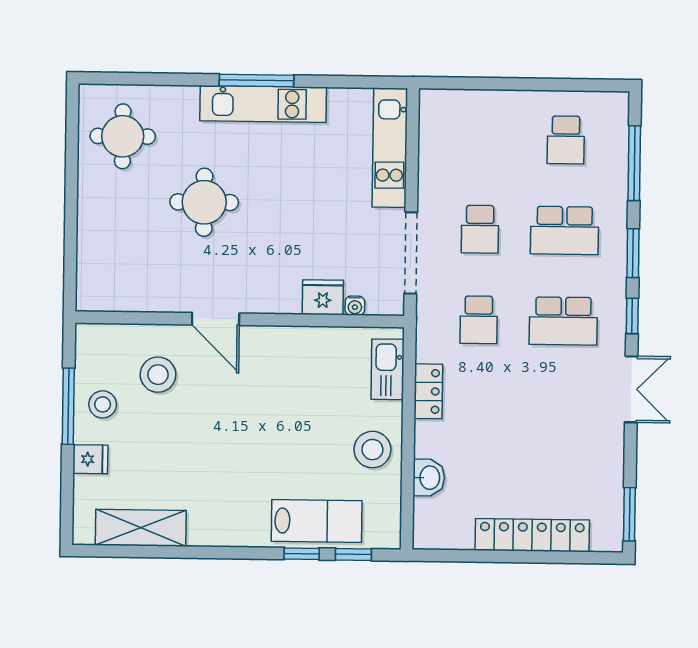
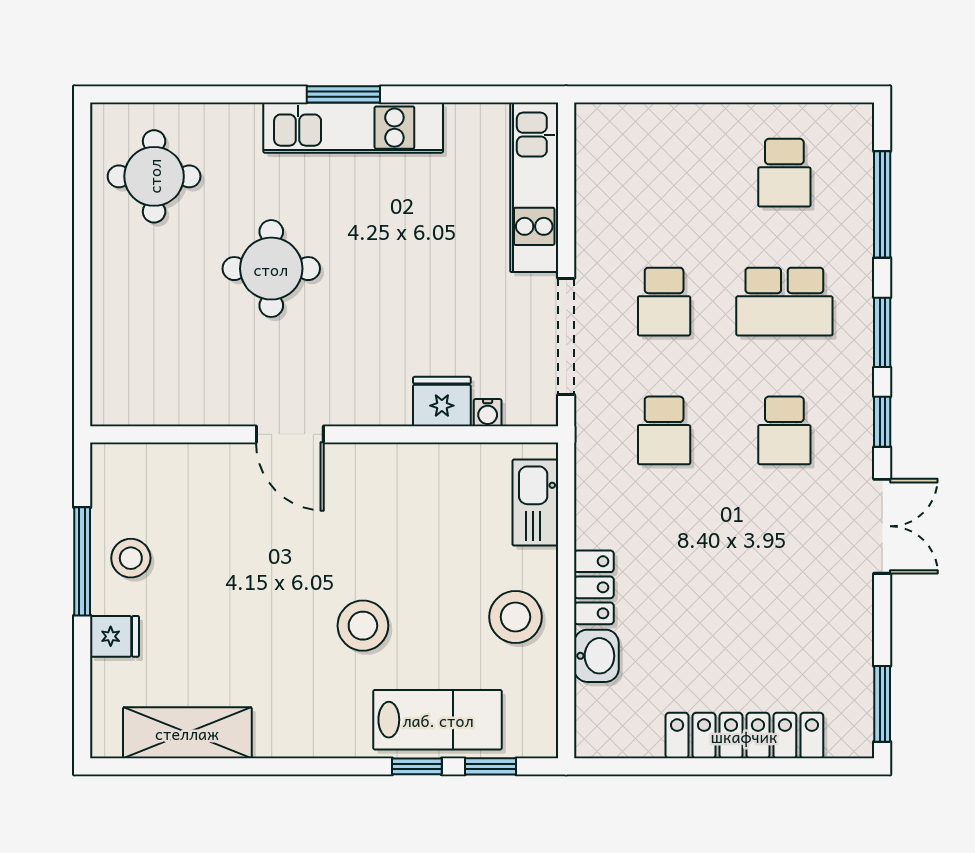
window: (257, 80) -> (343, 94), width x0.69
school desk: (563, 321) -> (784, 430), width x0.54
stool: (158, 375) -> (363, 626), moved
locker: (428, 391) -> (594, 587), moved

